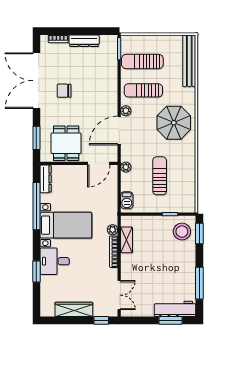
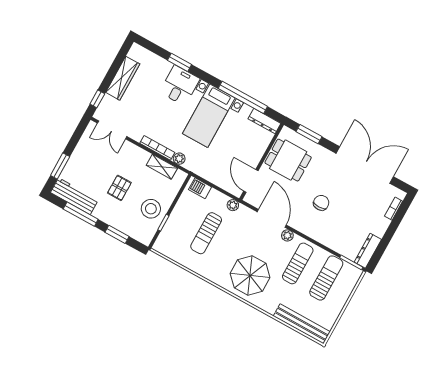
dresser: (84, 41) -> (368, 251), moved
chair: (64, 91) -> (321, 203), moved
sun lounger: (160, 176) -> (206, 233), turned 90
stool: (182, 232) -> (151, 209), moved
window: (199, 234) -> (117, 234), moved
pallet: (162, 264) -> (119, 188), added
workbench: (175, 309) -> (74, 196), moved, turned -90

